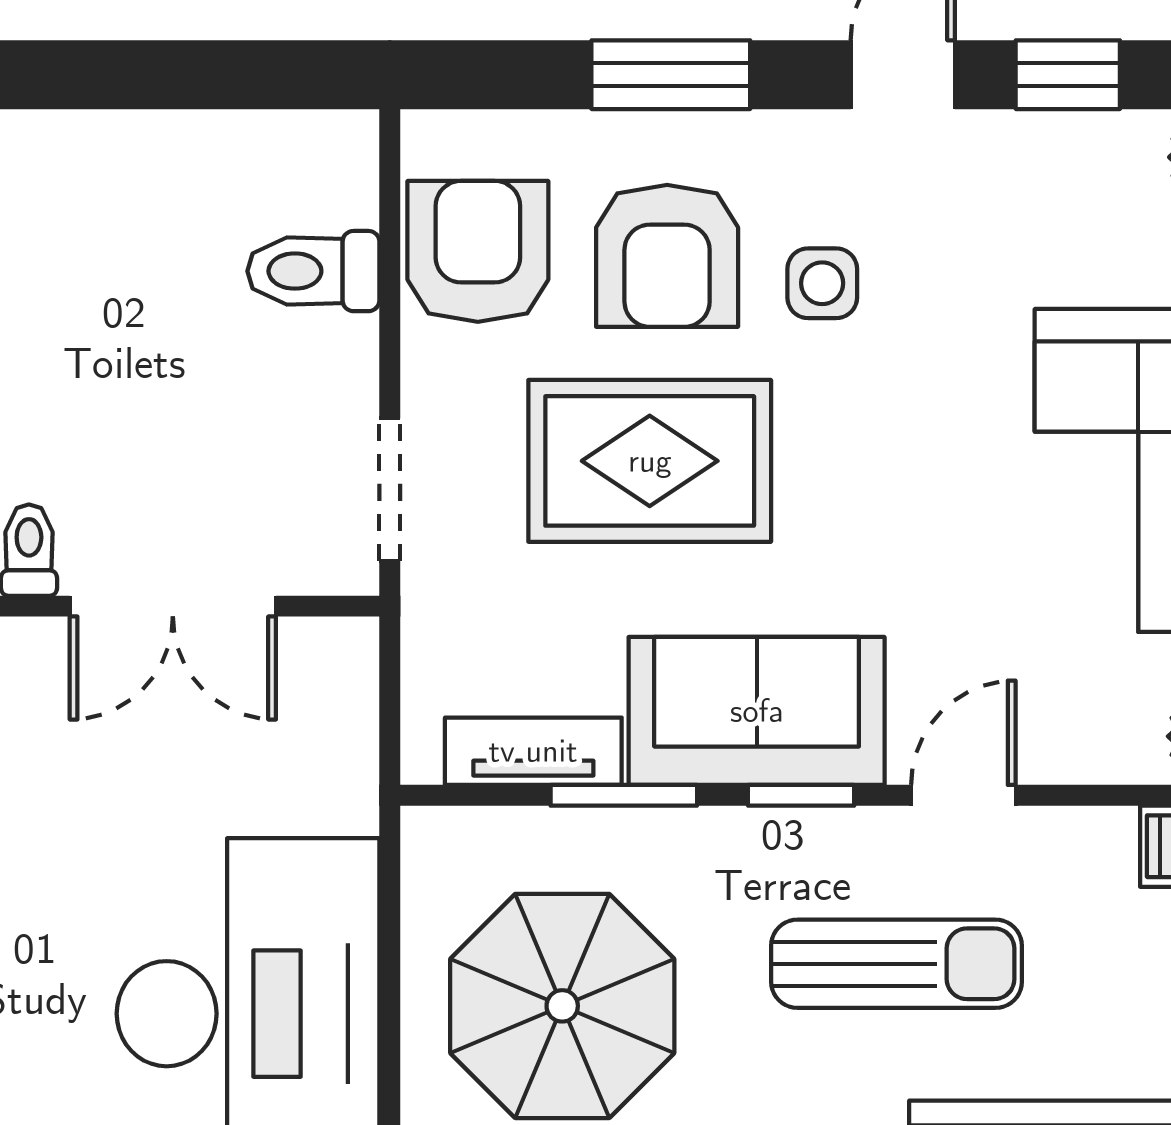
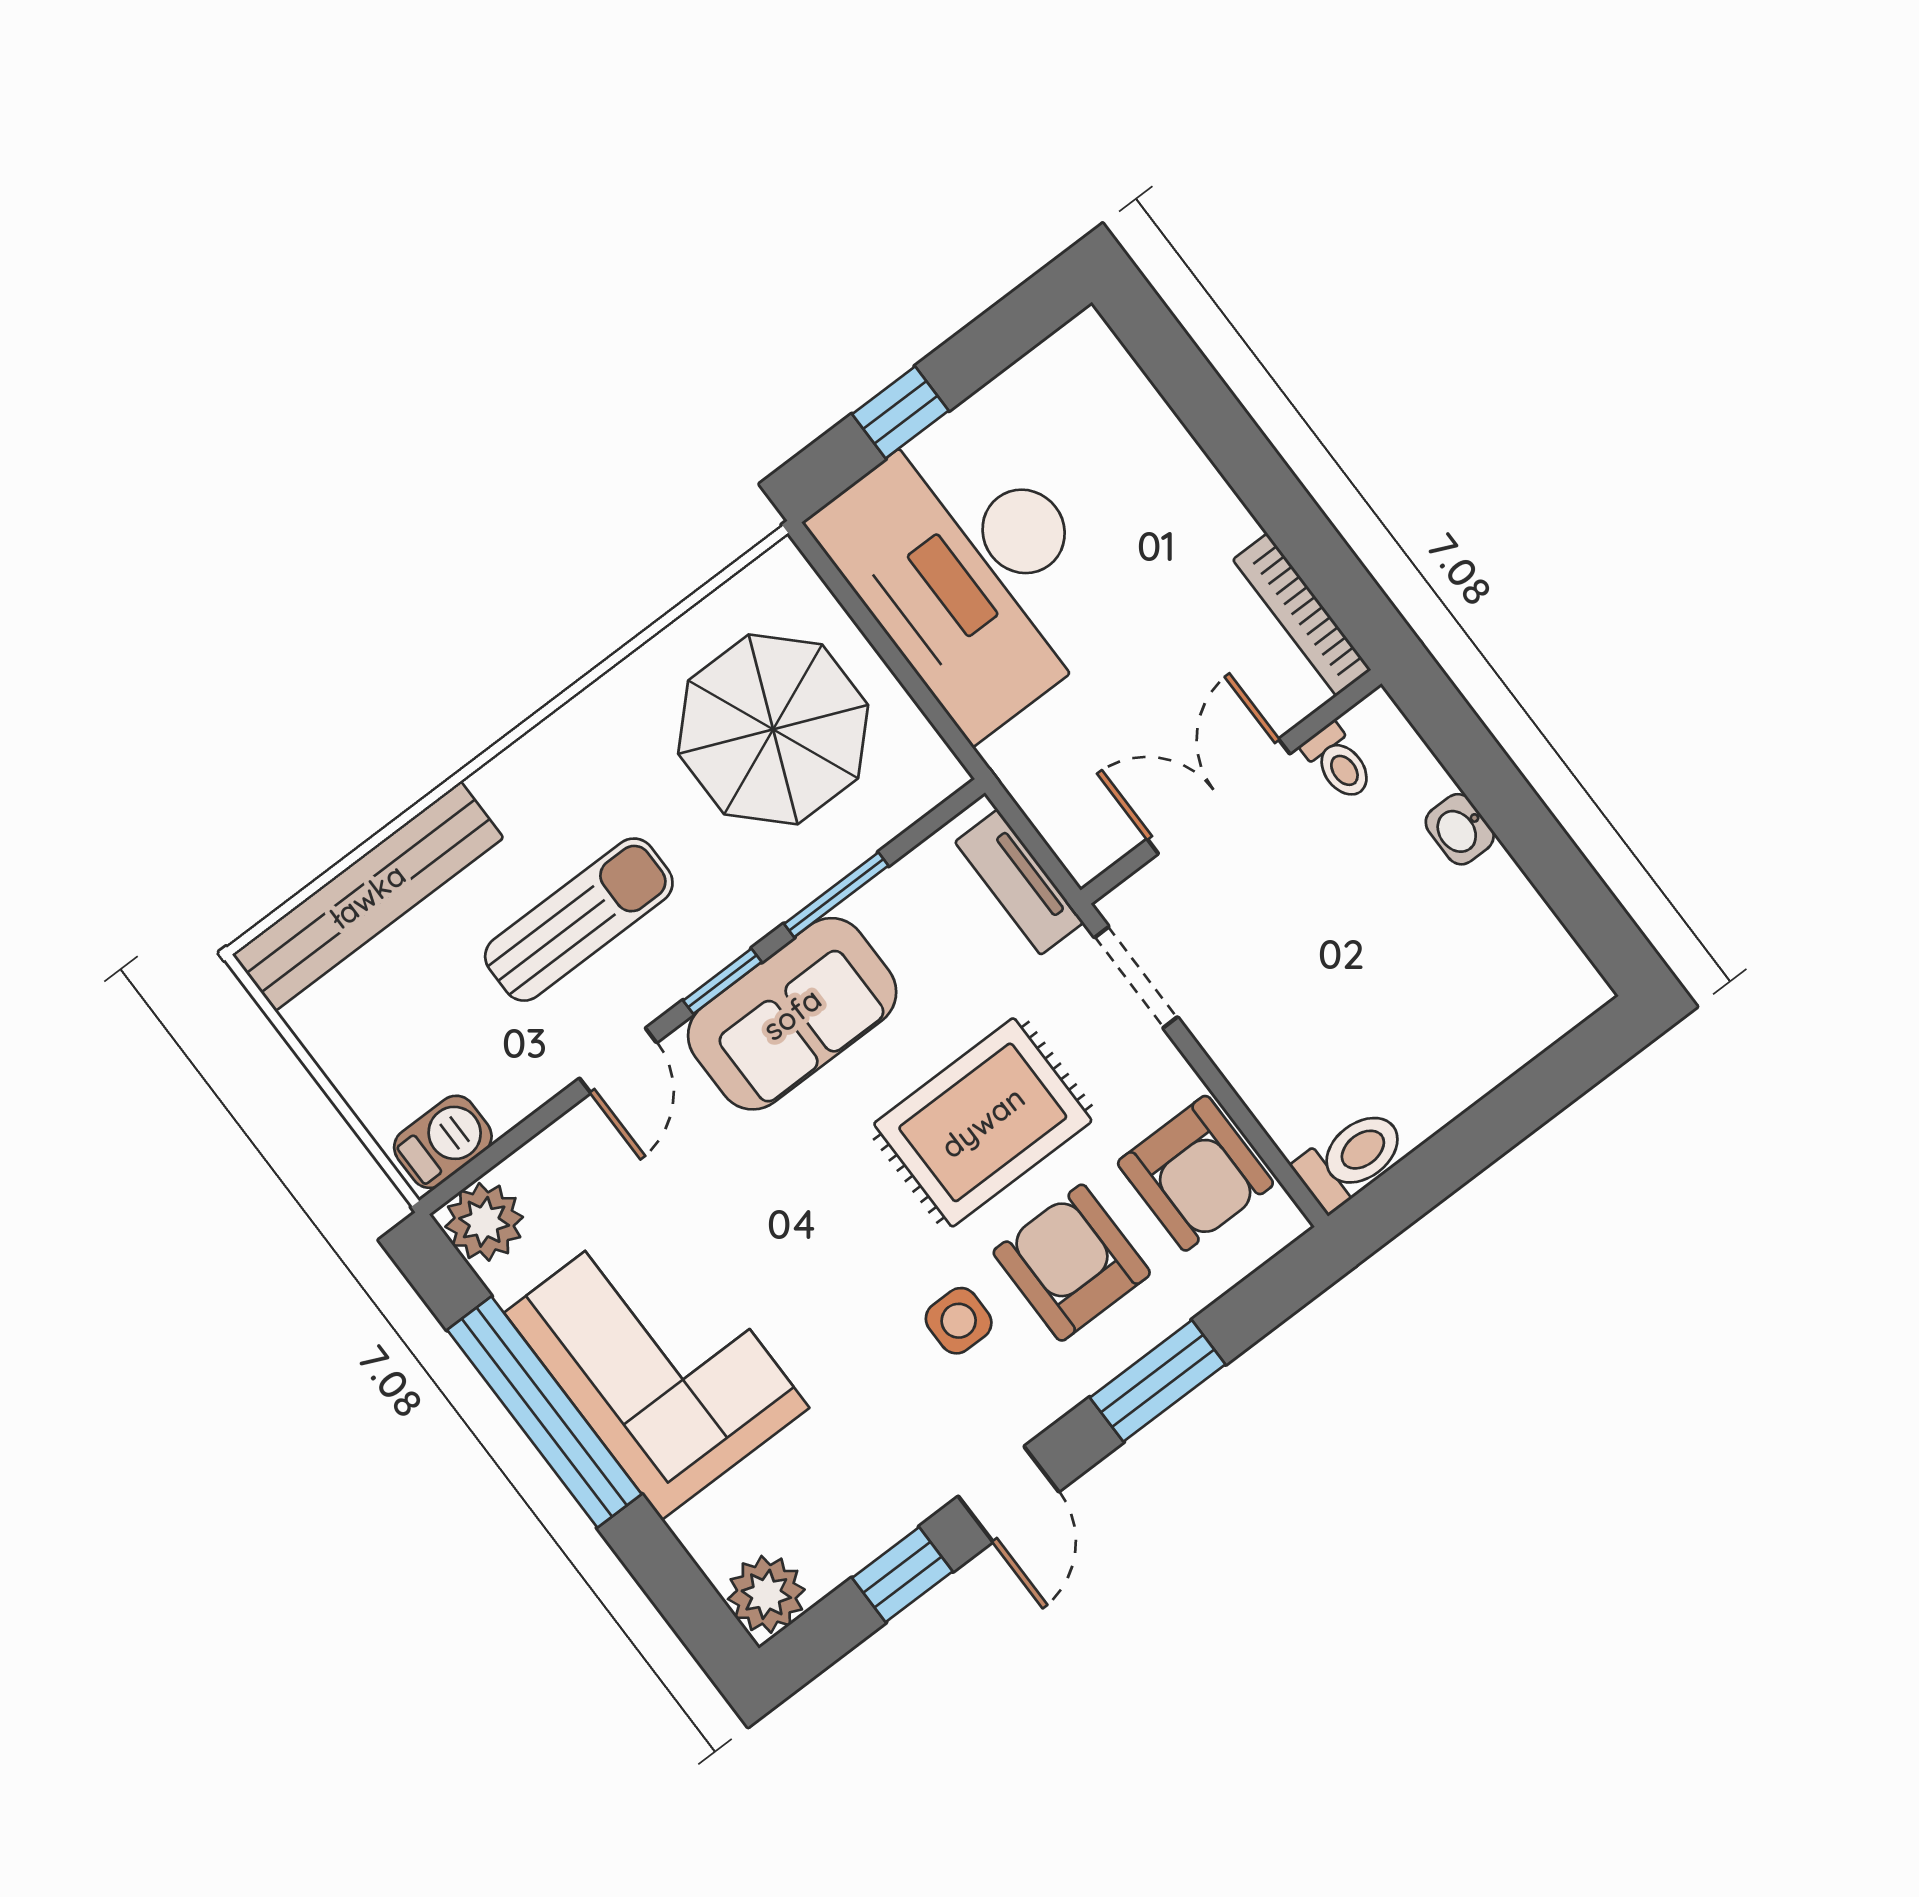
toilet: (313, 271) -> (1351, 1159), moved
tv unit: (533, 751) -> (1019, 882), moved, turned 90
sun lounger: (896, 964) -> (579, 920), turned 180

